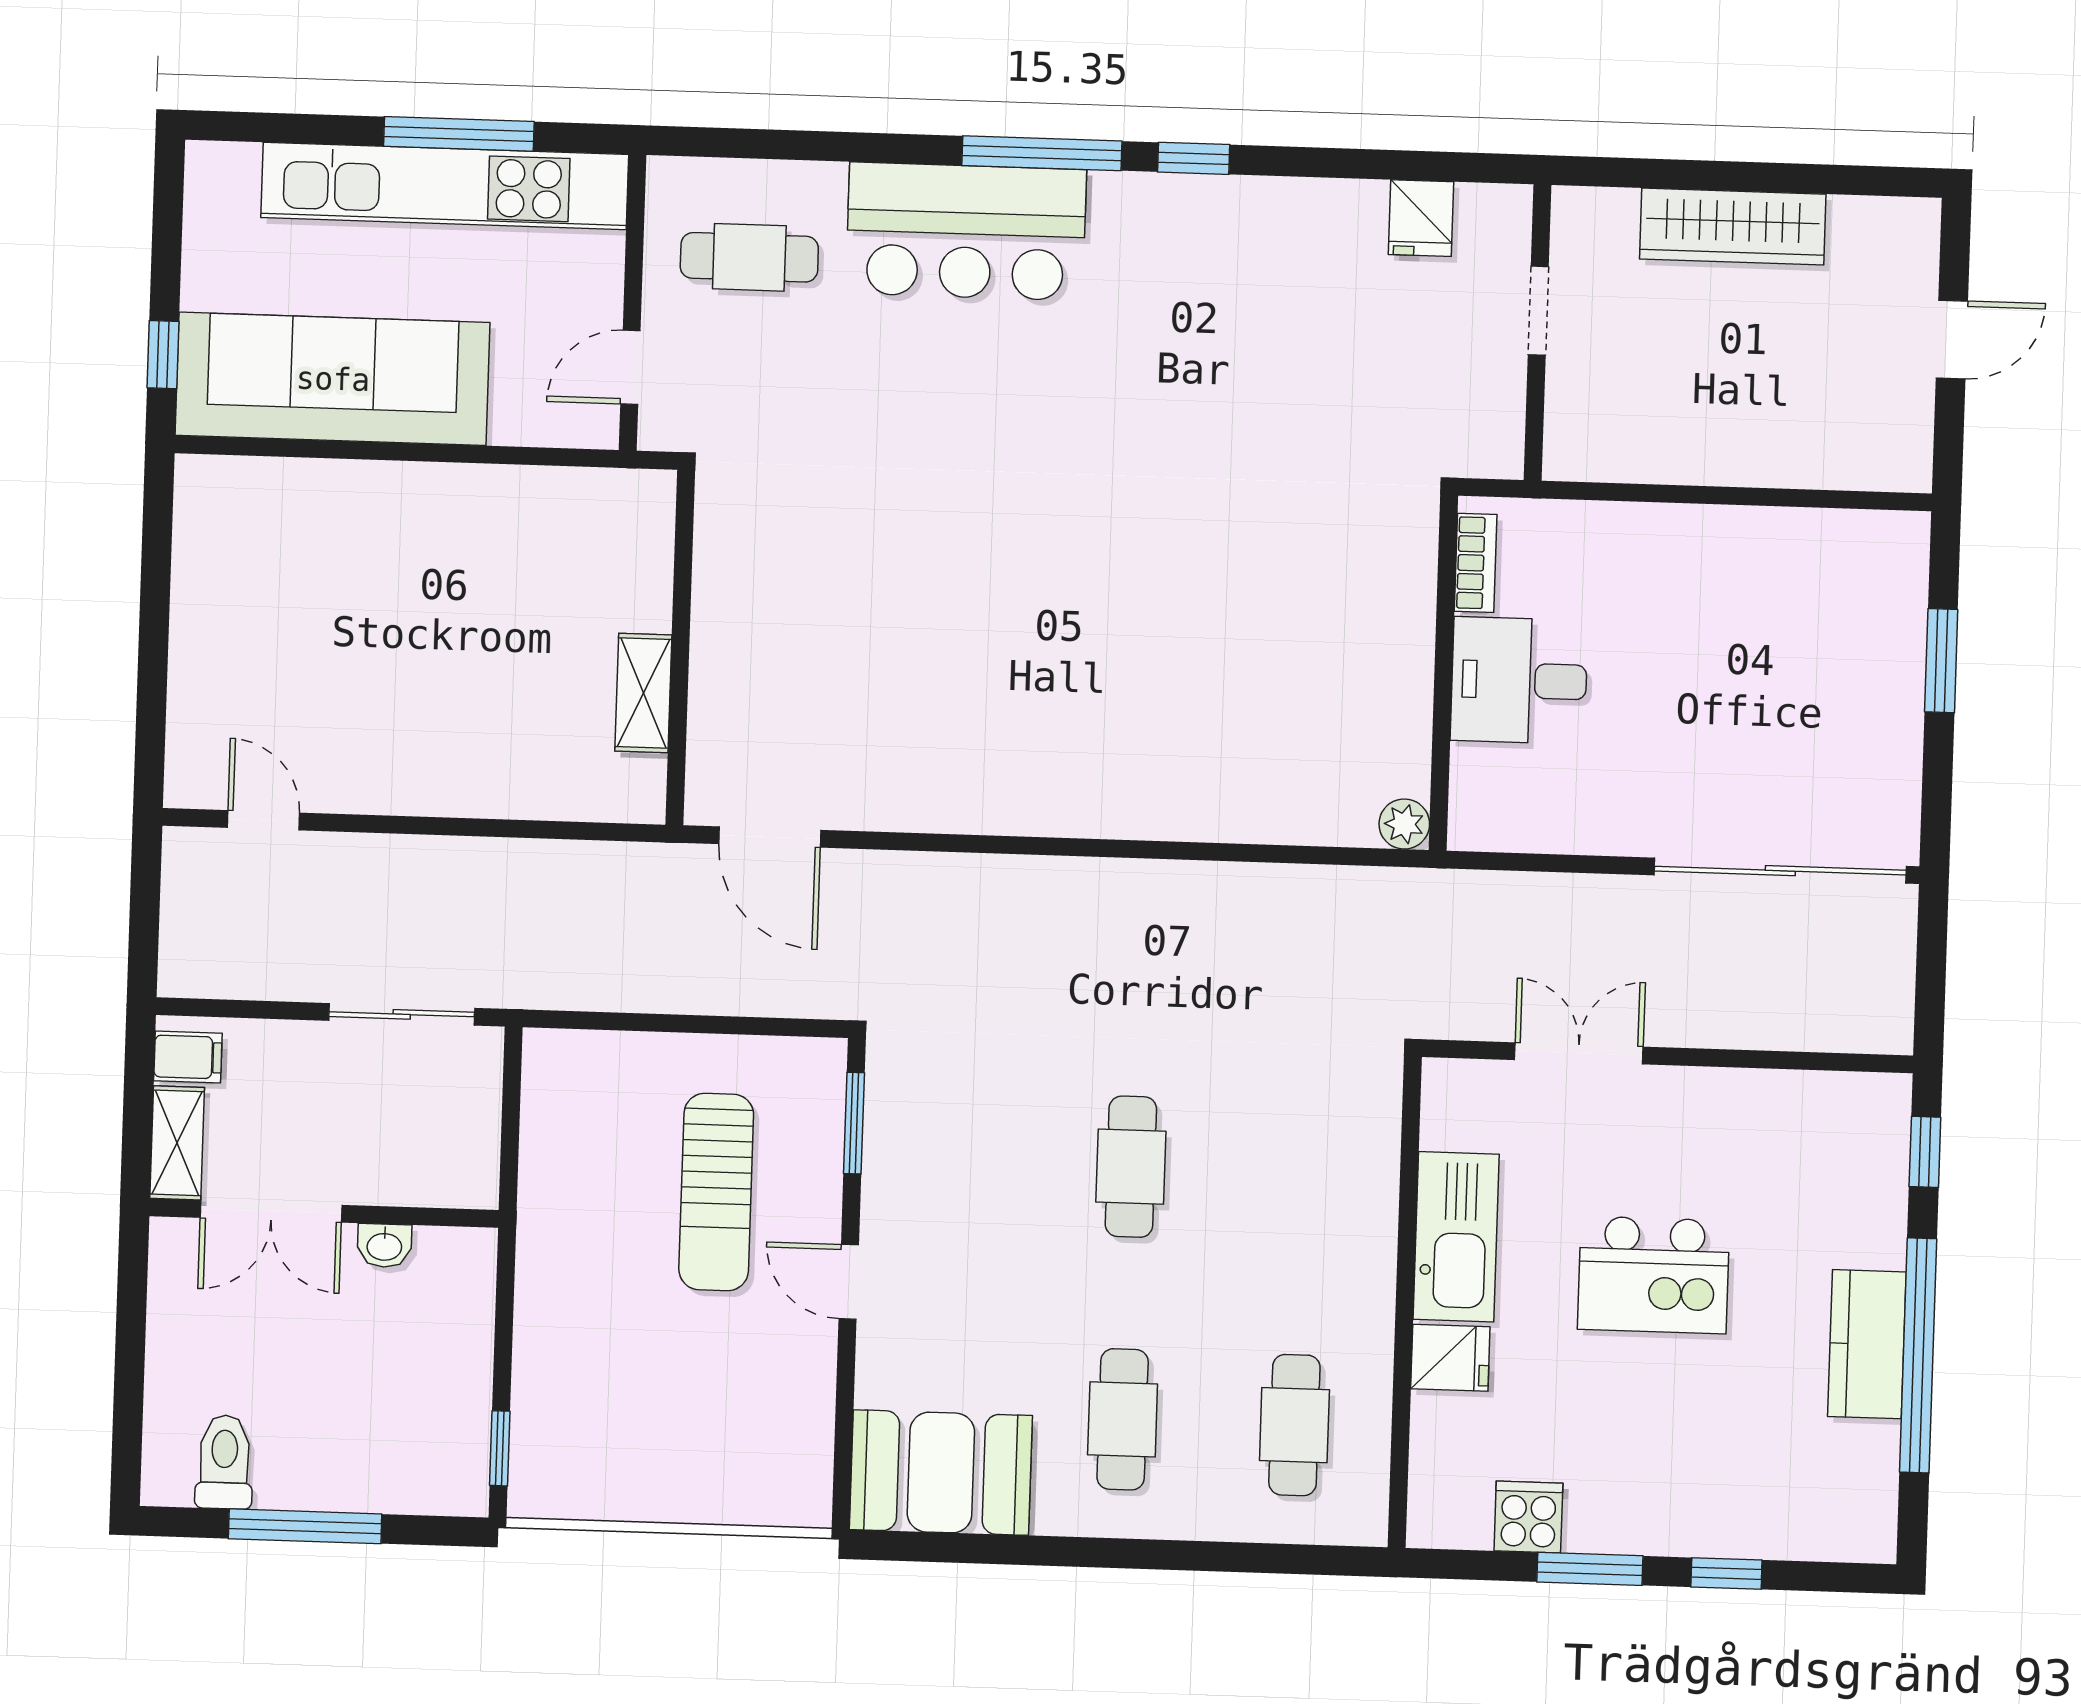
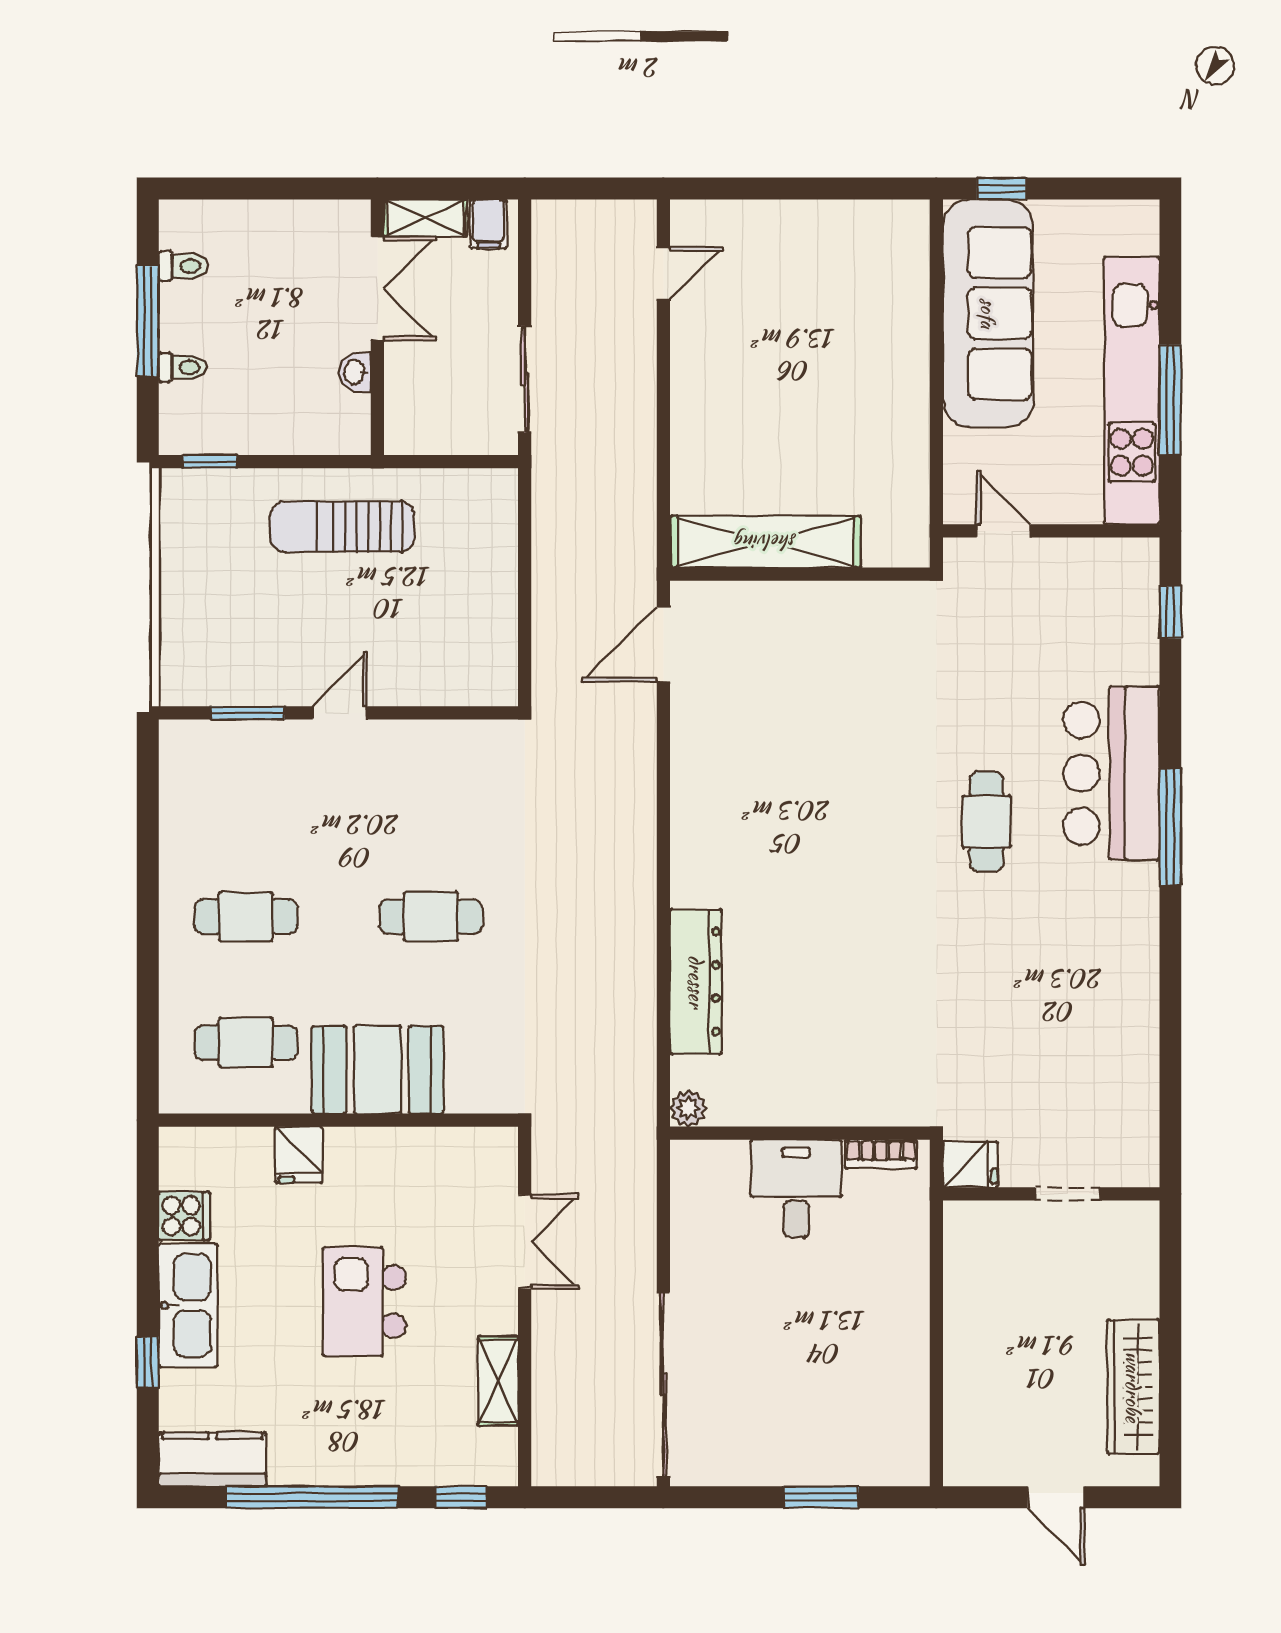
window: (1194, 158) -> (1170, 612), moved
fridge: (1421, 218) -> (970, 1164), moved, turned 180
wardrobe: (1733, 227) -> (1133, 1387), moved
cafe table: (749, 257) -> (986, 822), moved
shelving: (643, 693) -> (766, 542), width x2.20, depth x1.33
dresser: (1232, 808) -> (696, 982), added
shelving: (1768, 1096) -> (498, 1381), added
window: (854, 1123) -> (247, 713), moved
sun lounger: (716, 1192) -> (342, 527), moved
double door: (271, 1211) -> (377, 288), swing flipped
kitchen sink: (1456, 1237) -> (188, 1305), moved, turned -90
kitchen counter: (1867, 1344) -> (212, 1459), moved
toilet: (224, 1462) -> (183, 266), width x0.73, depth x0.72
booth: (941, 1473) -> (378, 1070), moved, turned 90
toilet: (370, 1481) -> (183, 367), added
window: (1590, 1569) -> (148, 1262), removed

